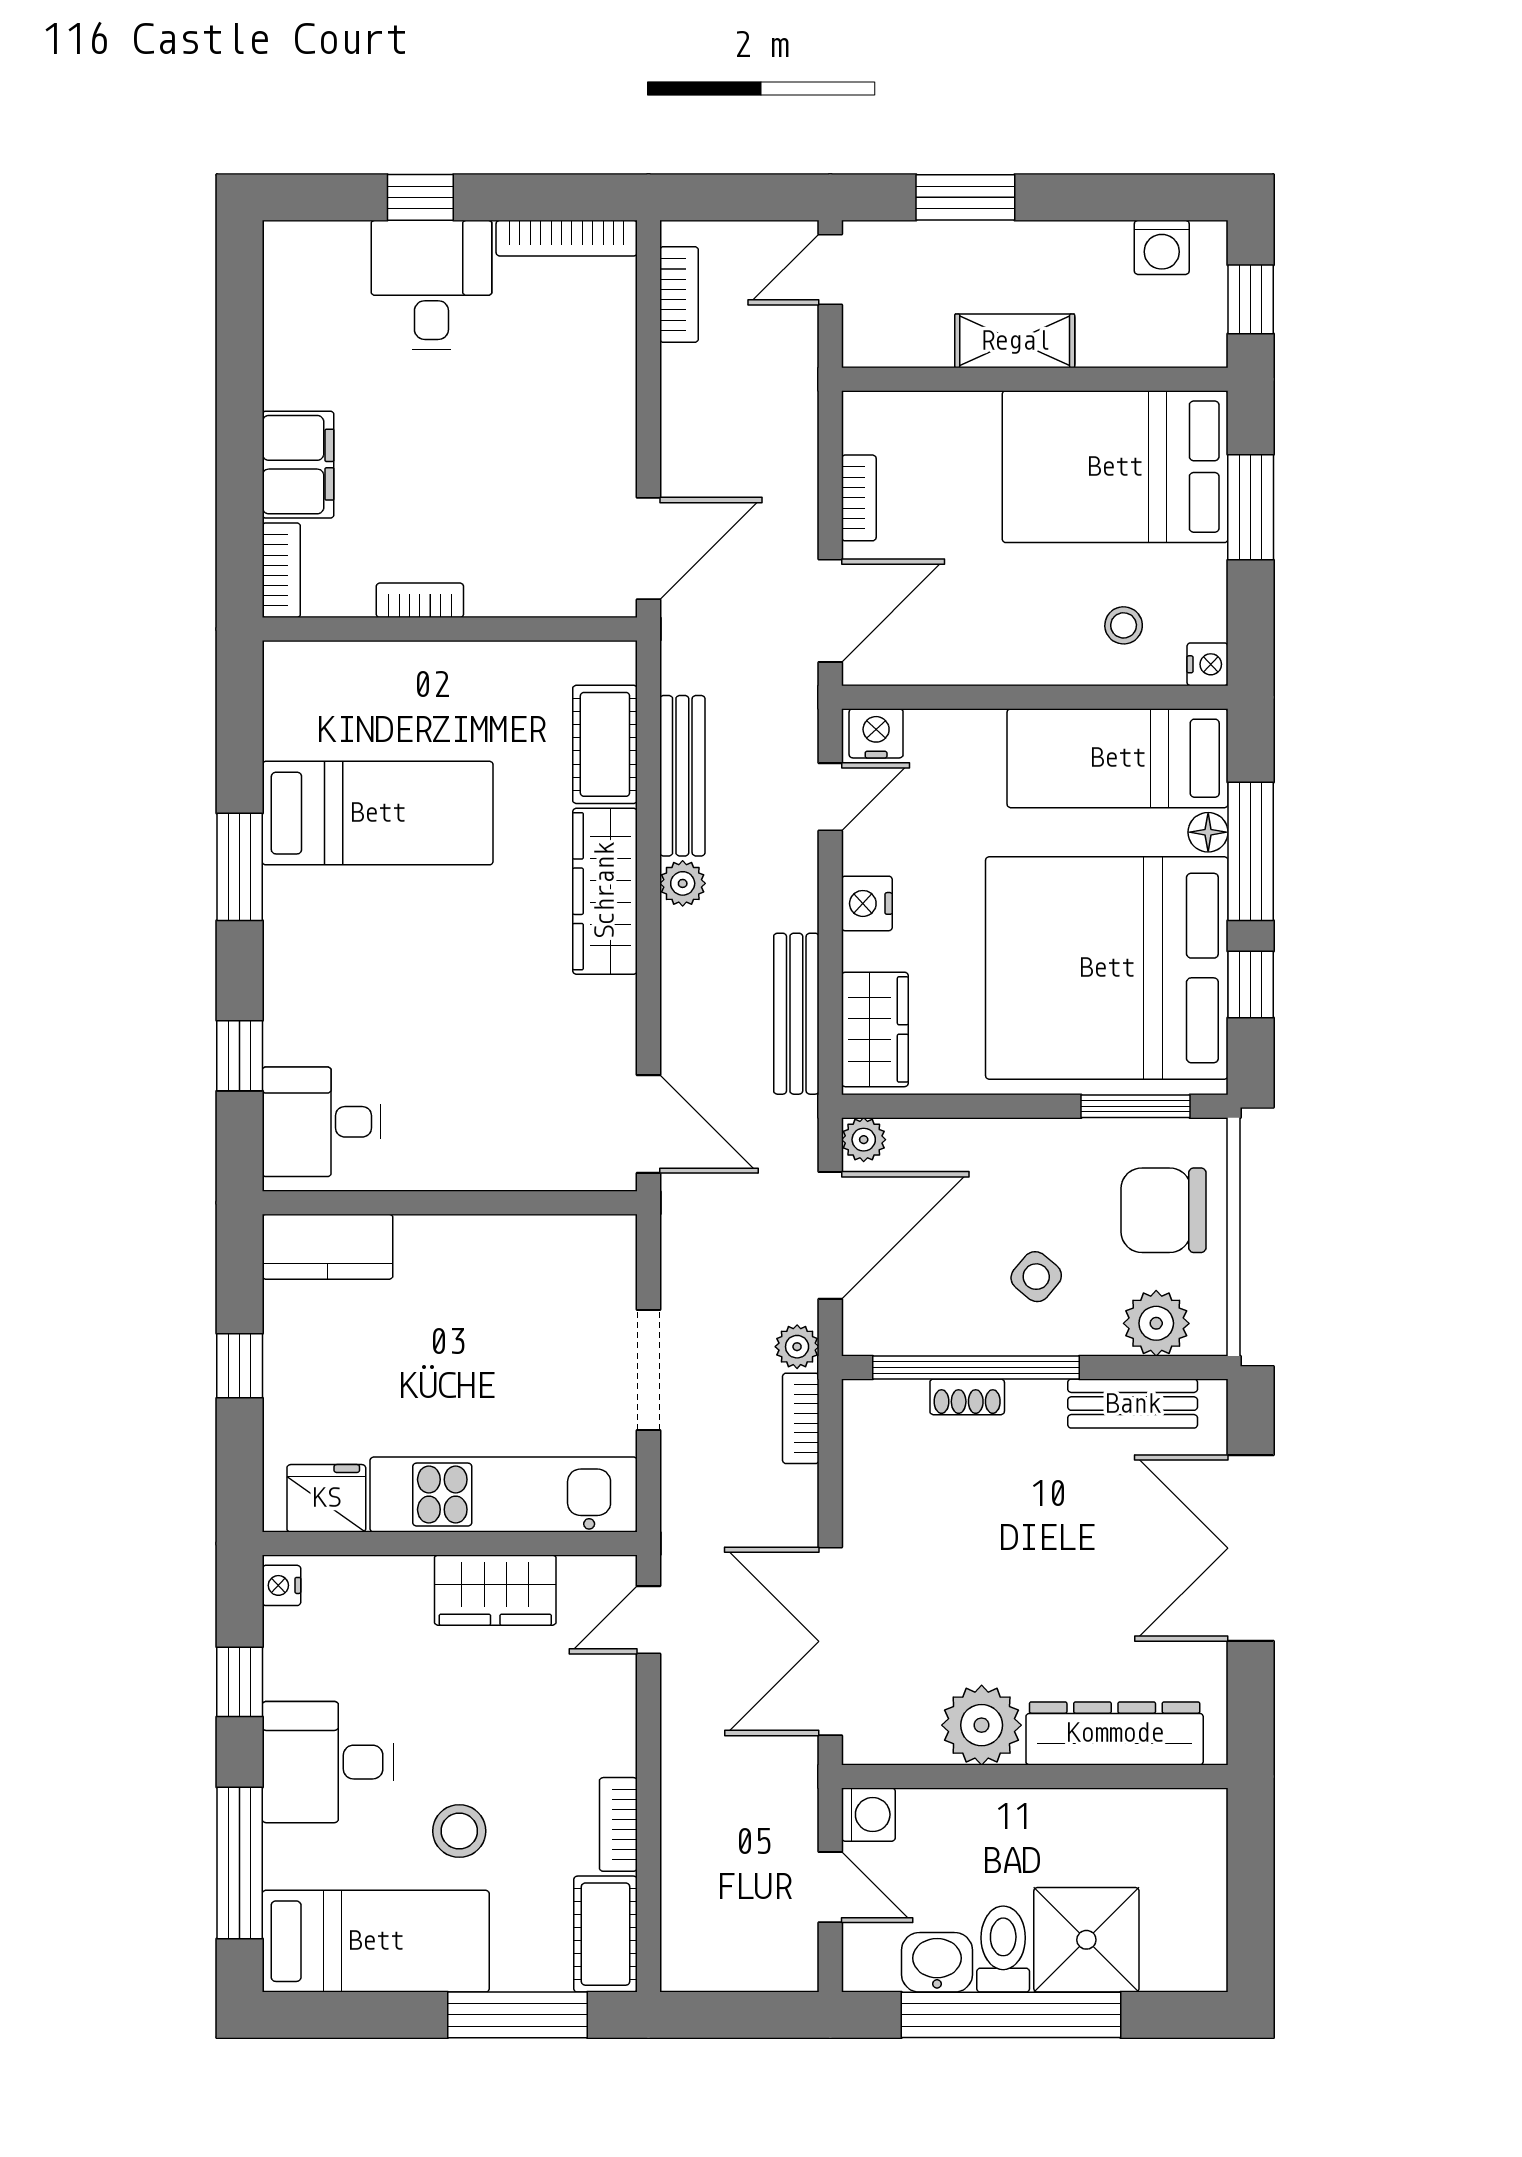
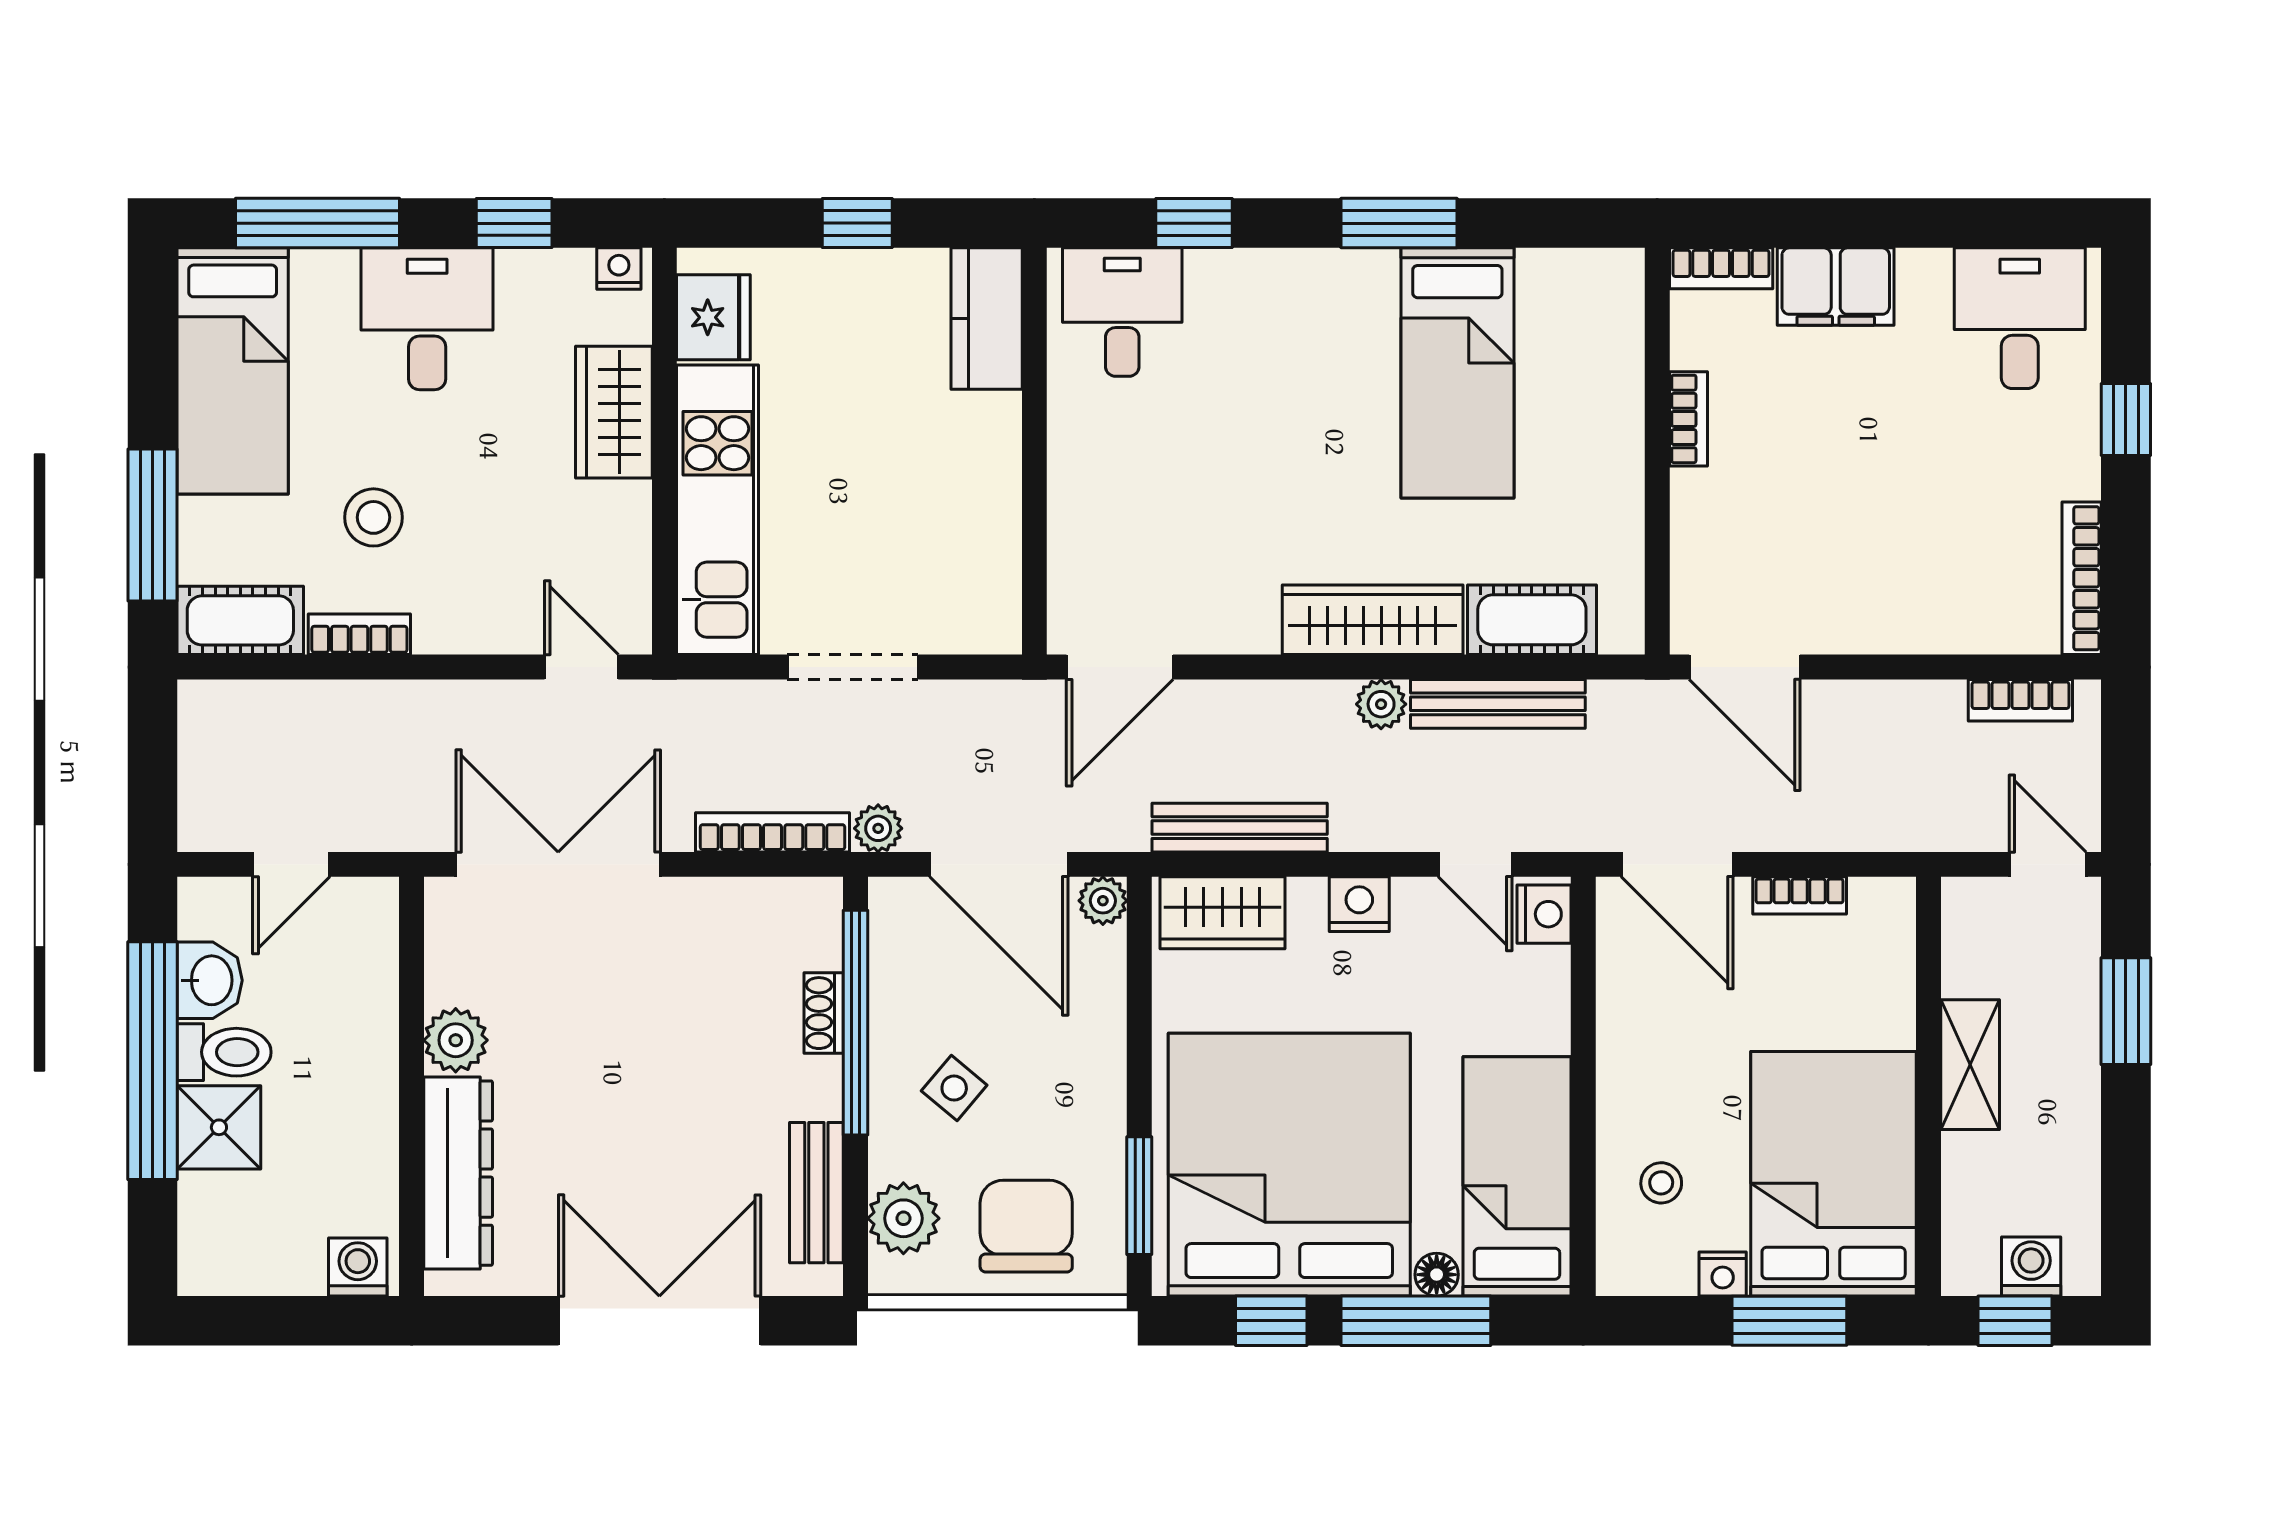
washing machine: (1162, 247) -> (2031, 1266), moved, turned 90
desk: (431, 285) -> (2020, 318), moved, turned -90
nightstand: (1207, 664) -> (1723, 1274), moved
bookcase: (801, 1418) -> (773, 832), width x1.56
wardrobe: (495, 1590) -> (614, 412), moved
plant: (982, 1725) -> (456, 1040), width x0.73, depth x0.73
washing machine: (868, 1815) -> (358, 1267), moved, turned 180
stool: (459, 1831) -> (373, 517), moved
shower: (1086, 1940) -> (219, 1127), width x0.73, depth x0.73

